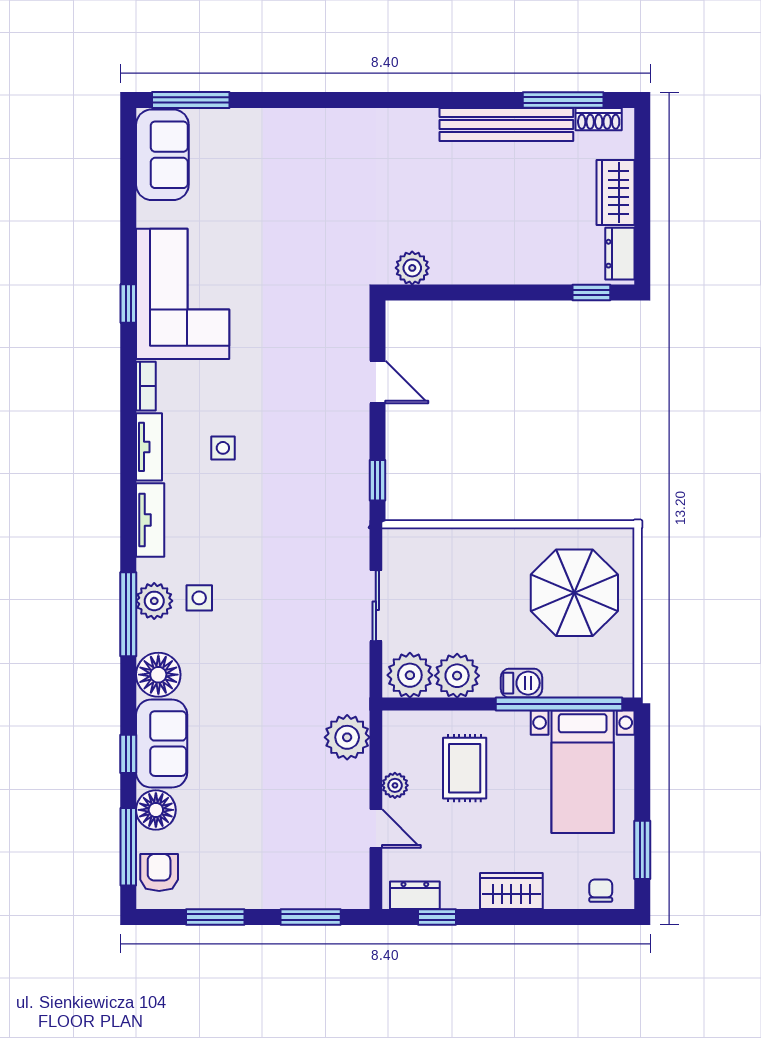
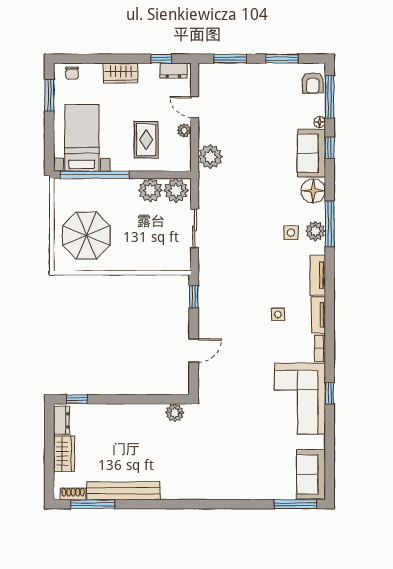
door: (377, 382) -> (194, 350), swing flipped
barbecue: (521, 683) -> (115, 186), removed
floor lamp: (156, 810) -> (320, 122), width x0.53, depth x0.53

